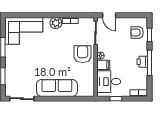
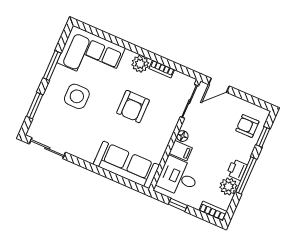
door: (109, 15) -> (219, 85), hinge flipped
armchair: (83, 54) -> (133, 107), moved, turned 180
side table: (26, 59) -> (77, 96), added
plant: (142, 74) -> (228, 186), added
sofa: (57, 88) -> (126, 165), moved

